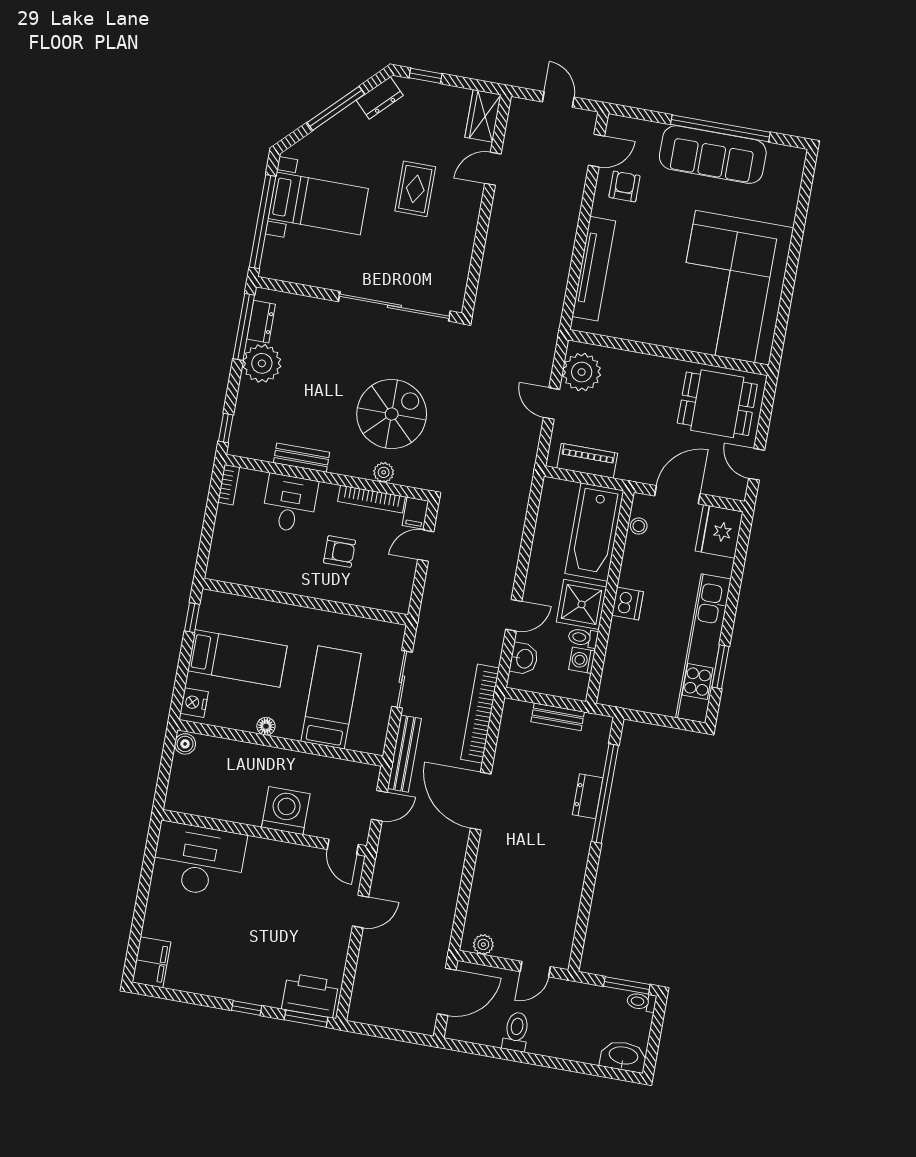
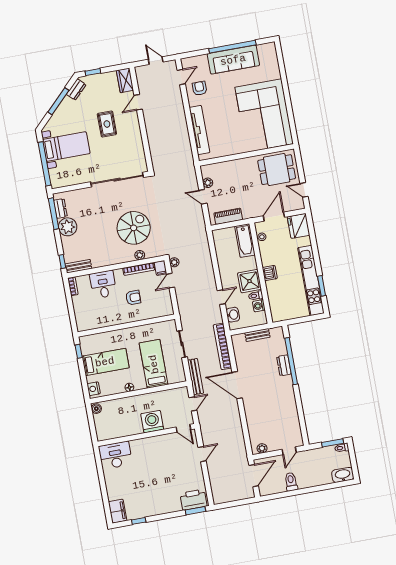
plant: (582, 372) -> (208, 183), width x0.53, depth x0.53
bench: (302, 458) -> (78, 266), moved
plant: (447, 512) -> (174, 262), added
bathtub: (594, 532) -> (245, 241), width x0.73, depth x0.73
desk: (199, 860) -> (115, 455), width x0.73, depth x0.77
window: (247, 1008) -> (139, 521), moved

